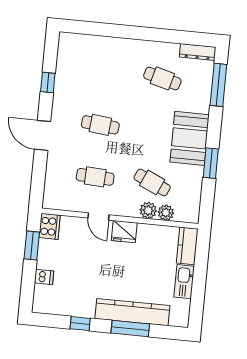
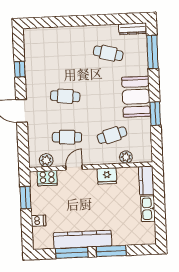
cafe table: (152, 182) -> (112, 135), turned -39
plant: (148, 210) -> (46, 160), moved
door: (98, 216) -> (74, 168), swing flipped
cooker: (50, 226) -> (47, 178), moved, turned 90
fridge: (124, 232) -> (107, 176), moved
kitchen counter: (132, 312) -> (82, 239), moved
window: (80, 324) -> (72, 253), width x2.17

